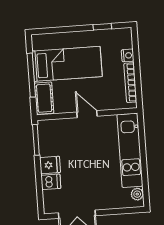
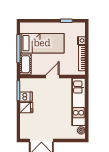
door: (87, 114) -> (53, 76), hinge flipped
dishwasher: (51, 182) -> (26, 97), moved

